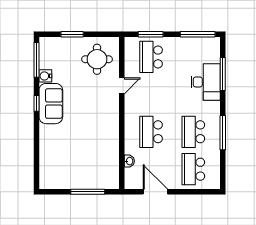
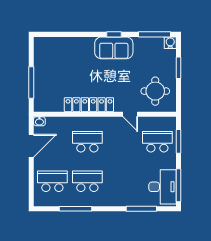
water cooler: (45, 76) -> (170, 43), moved
desk: (206, 82) -> (163, 187), moved, turned -90
locker: (111, 130) -> (89, 105), added
window: (223, 133) -> (76, 209), moved
washbasin: (129, 161) -> (39, 121), moved

